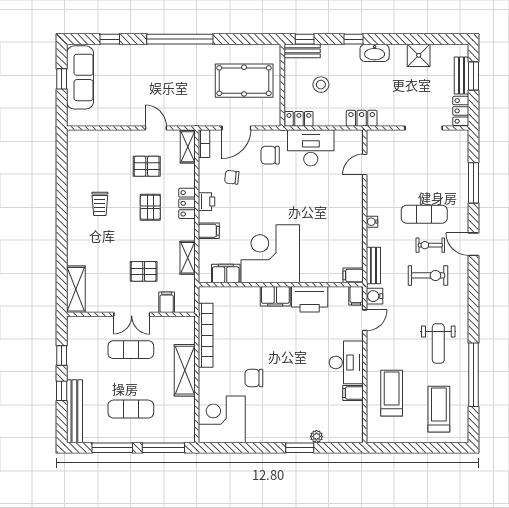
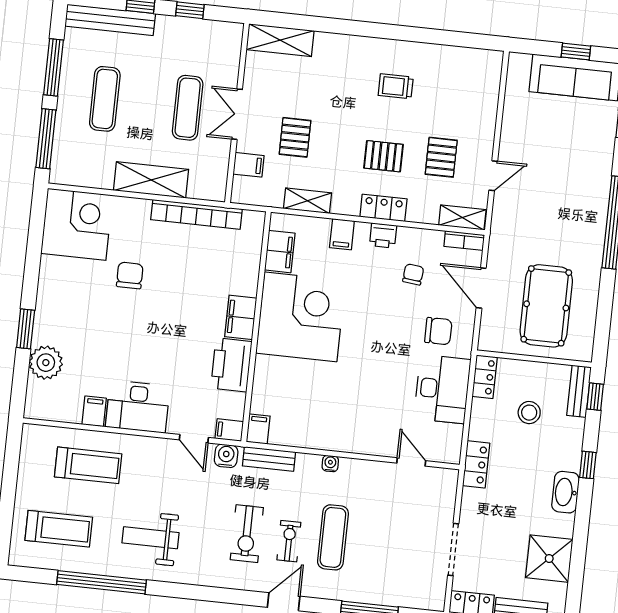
shower: (419, 55) -> (549, 559), width x1.36, depth x1.36
chair: (270, 155) -> (438, 331), turned 90
plant: (316, 436) -> (46, 363), width x1.88, depth x1.88

